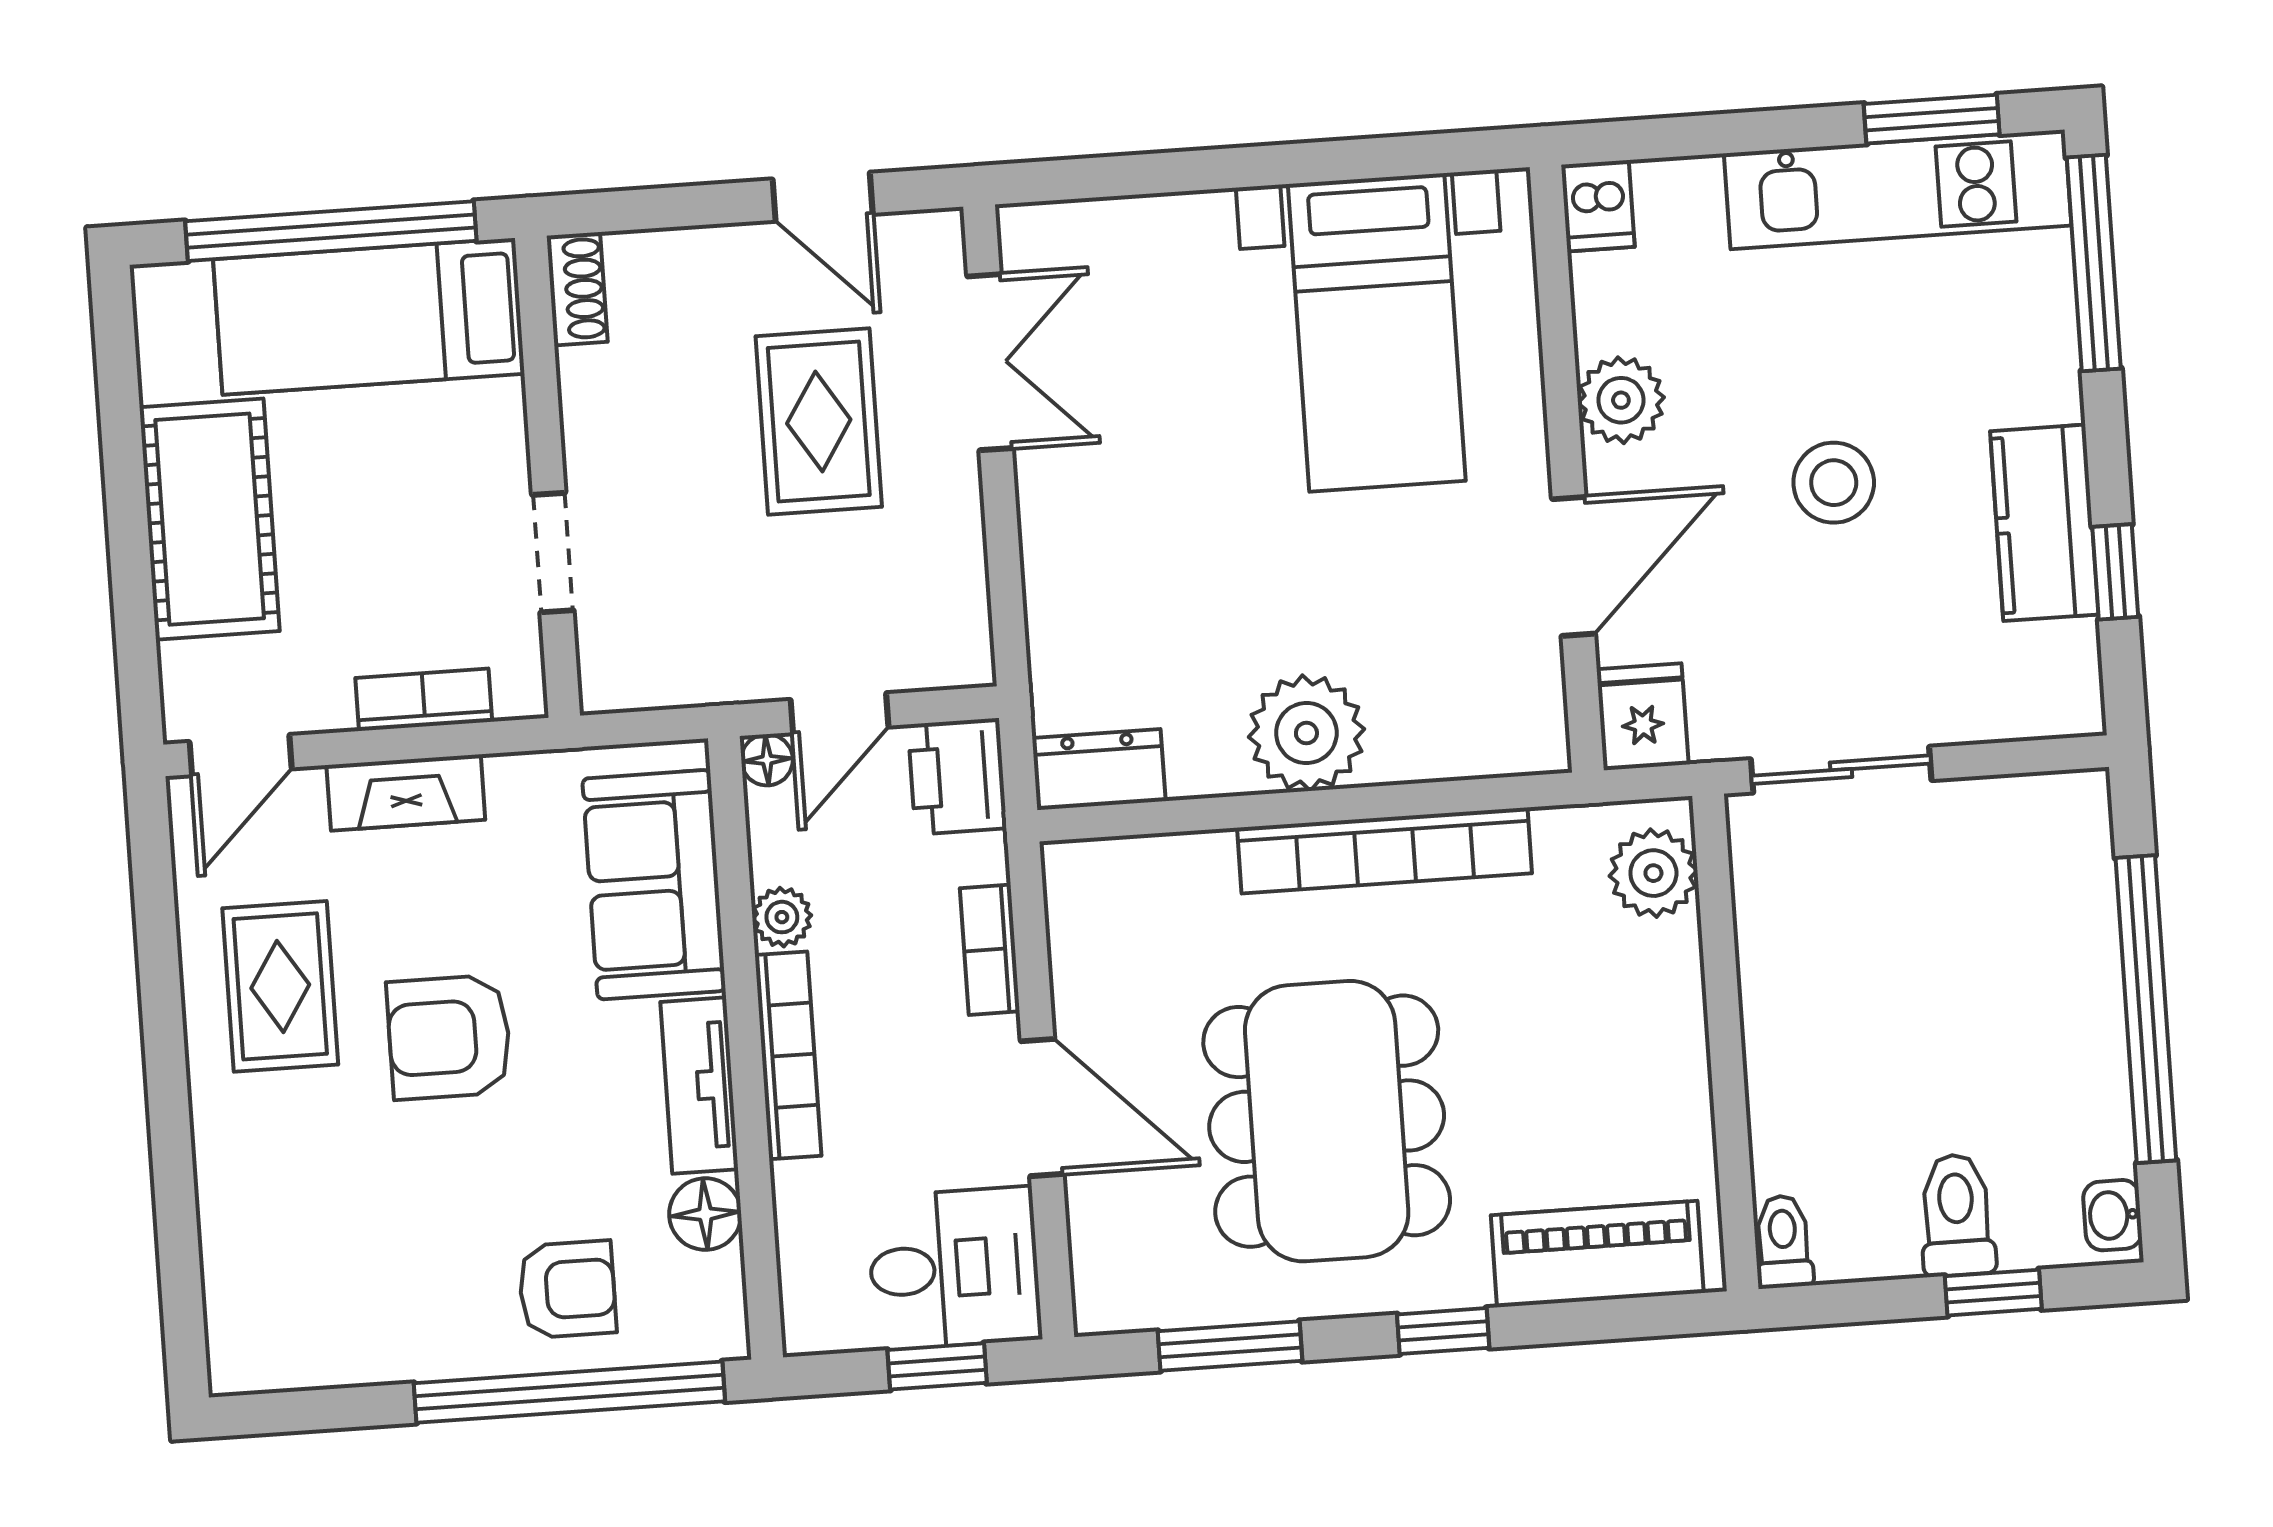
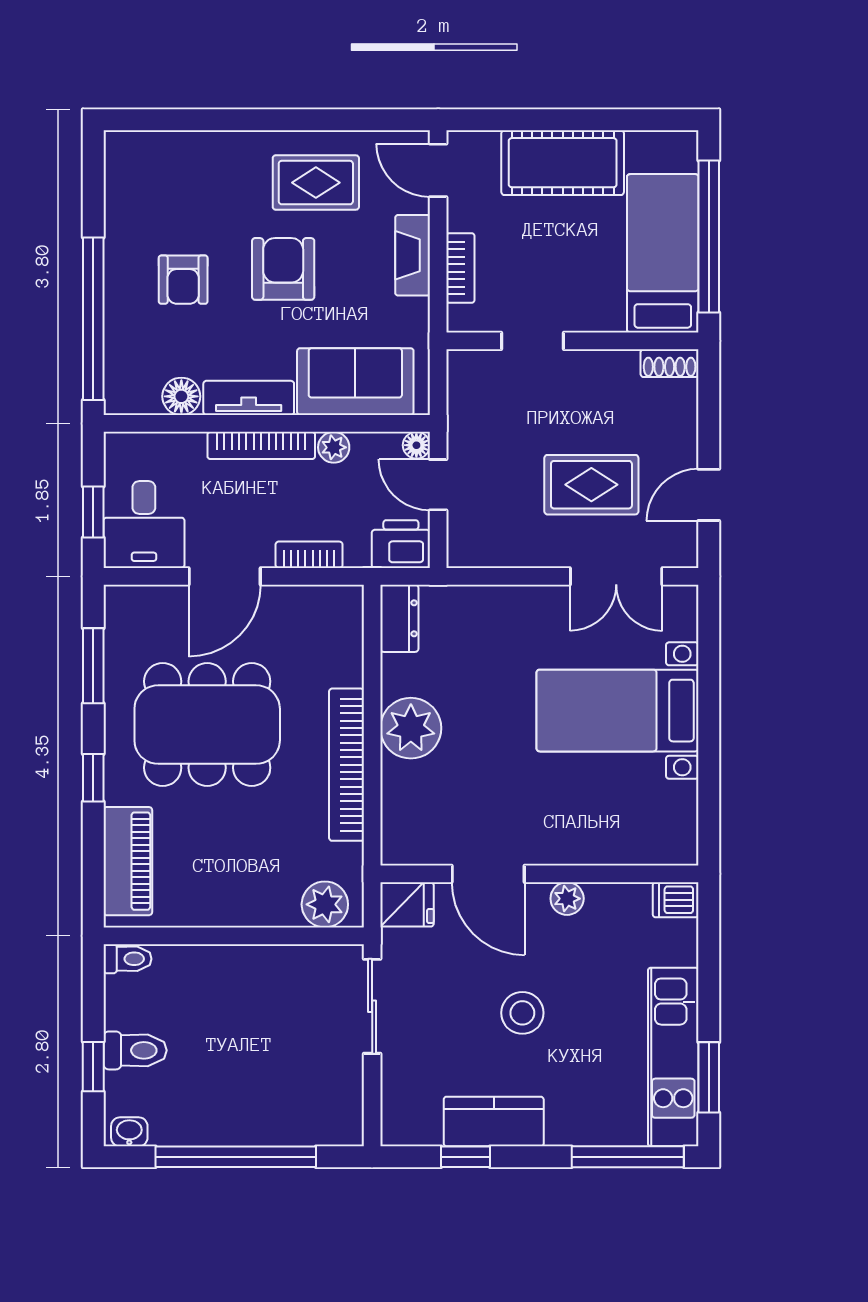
bed with nightstands: (1377, 332) -> (618, 711), moved
plant: (1621, 400) -> (567, 899), width x0.73, depth x0.73
armchair: (567, 1289) -> (183, 280), moved

